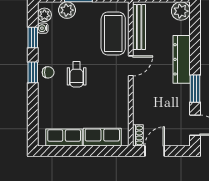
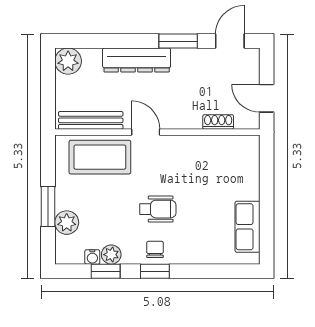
plant: (44, 15) -> (111, 255), moved
shoe rack: (138, 135) -> (218, 122), moved
row of seats: (102, 137) -> (247, 172), removed

